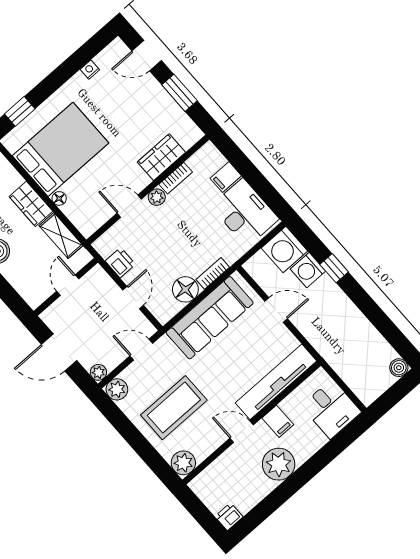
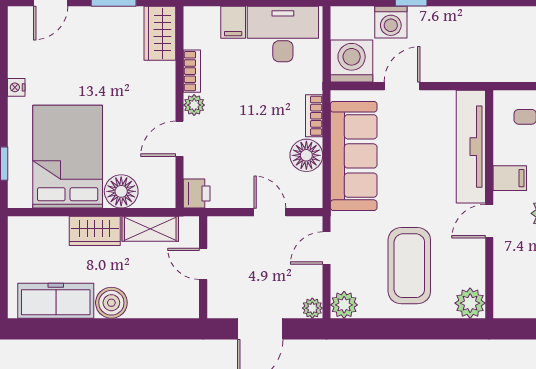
nightstand: (90, 70) -> (16, 87), moved
wardrobe: (161, 157) -> (160, 33), moved
floor lamp: (59, 198) -> (121, 191), width x1.89, depth x1.89
washing machine: (284, 250) -> (352, 61), moved, turned 180
printer: (120, 263) -> (197, 194), moved, turned 90

